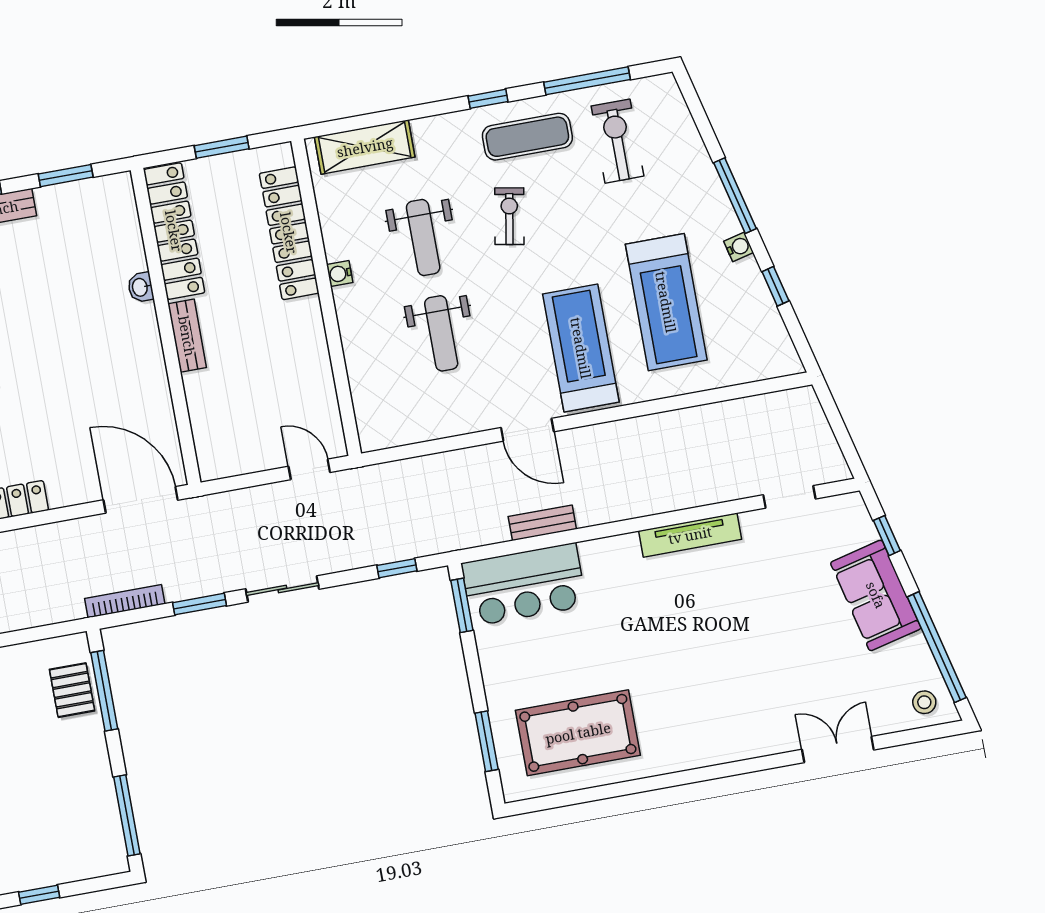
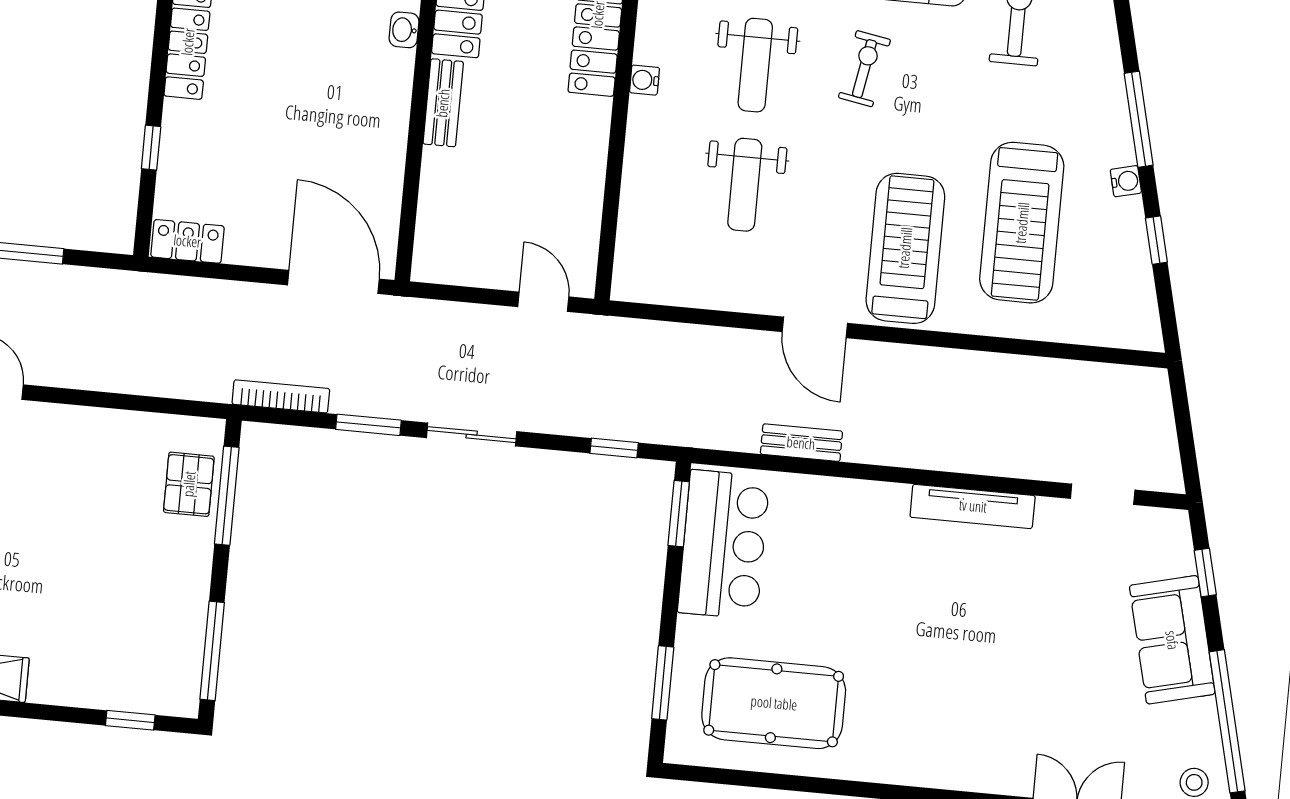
bar counter: (524, 585) -> (724, 544), moved, turned -90
window: (39, 895) -> (130, 720), moved

